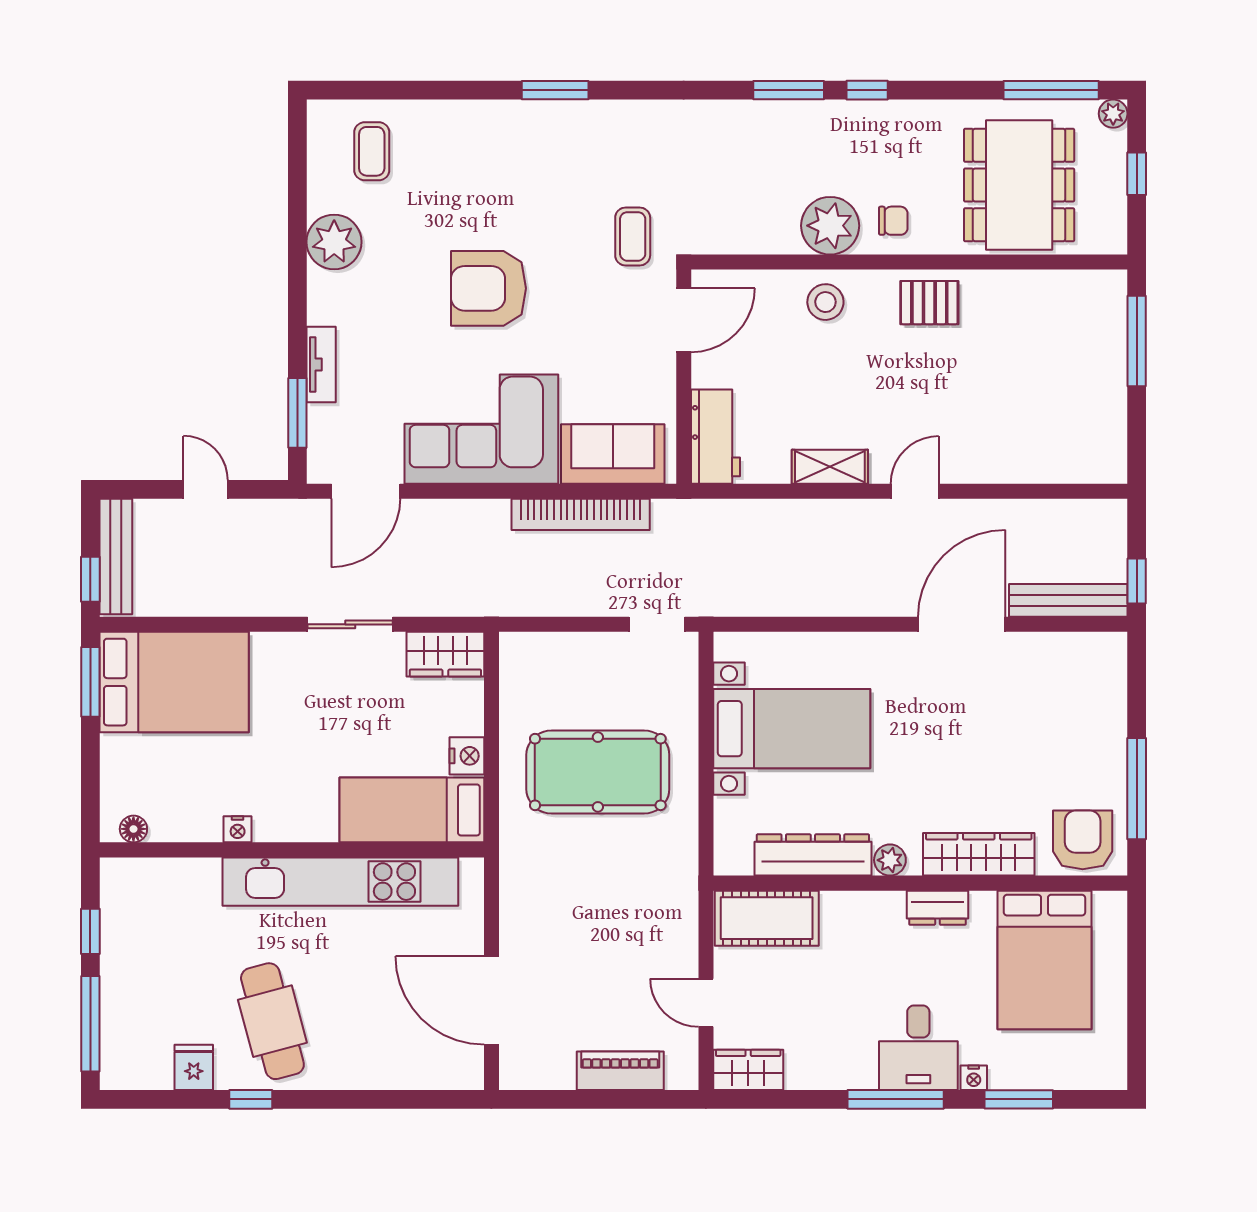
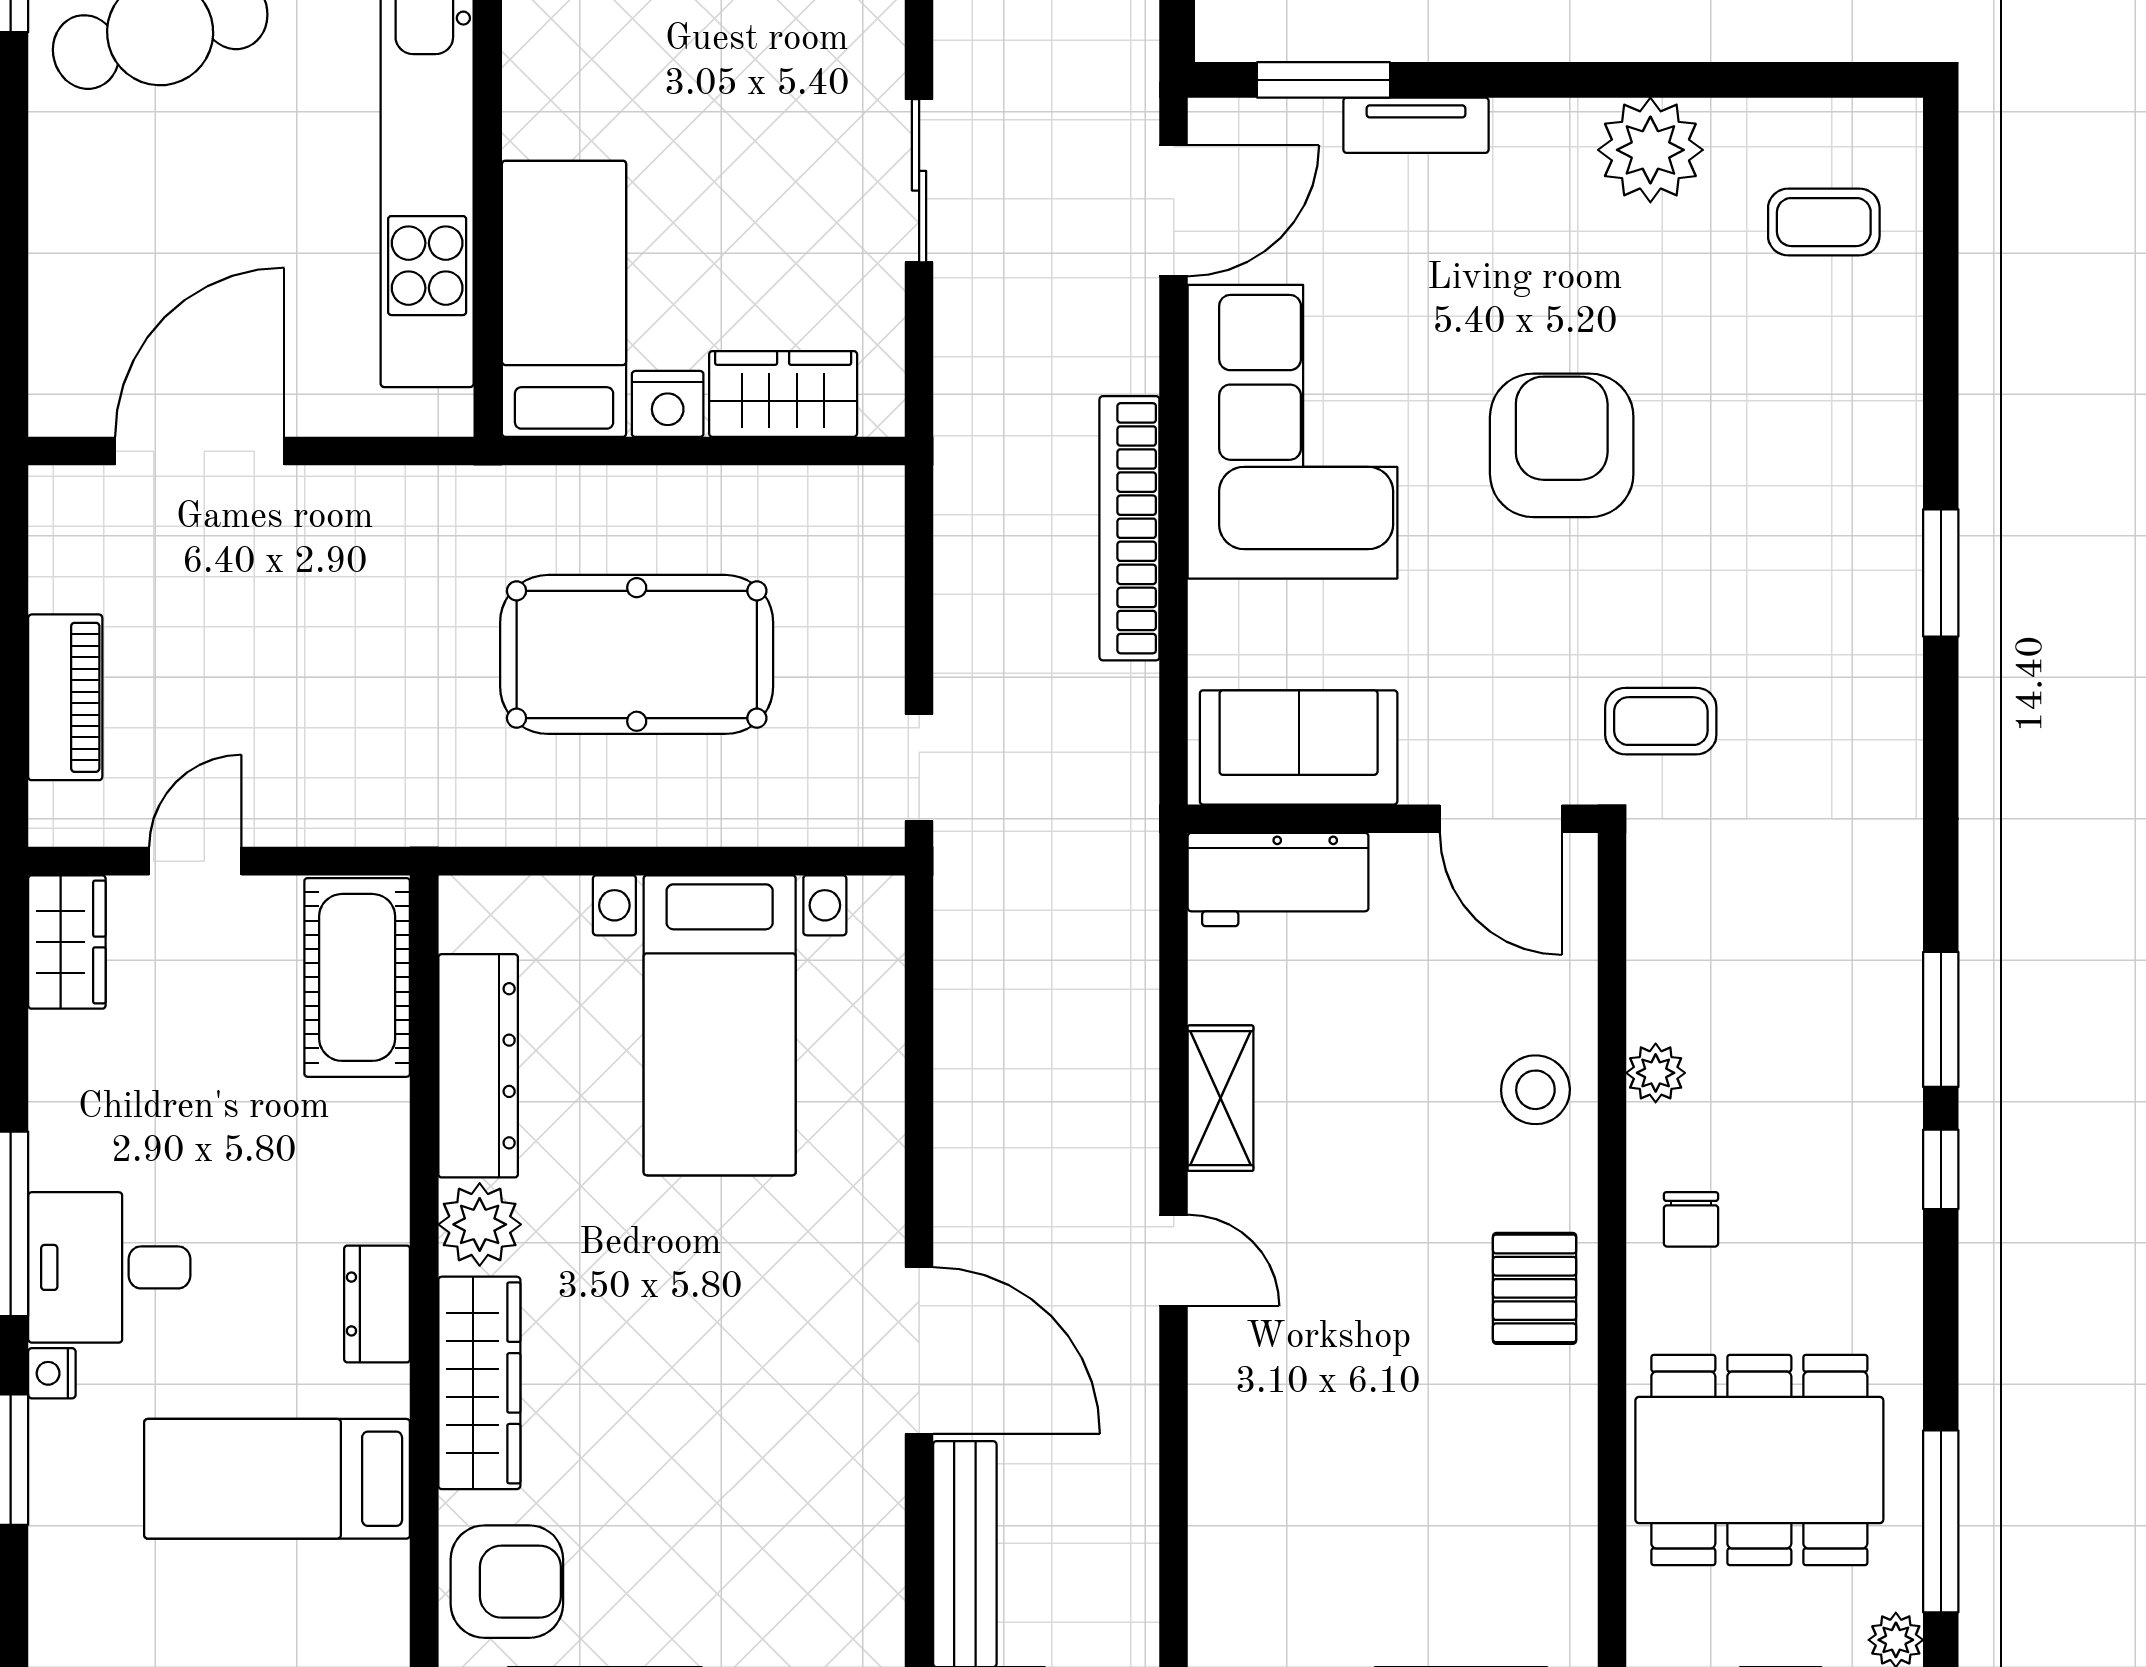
plant: (830, 226) -> (1656, 1073), width x0.53, depth x0.53
sofa: (613, 454) -> (1299, 747), moved, turned -90
door: (366, 491) -> (1174, 211), swing flipped
bookcase: (581, 514) -> (1129, 528), moved
wardrobe: (445, 654) -> (783, 394), moved, turned 90
pool table: (598, 772) -> (637, 654), turned 90
plant: (890, 860) -> (480, 1224), width x1.38, depth x1.38
bed: (1044, 960) -> (277, 1479), width x0.67

